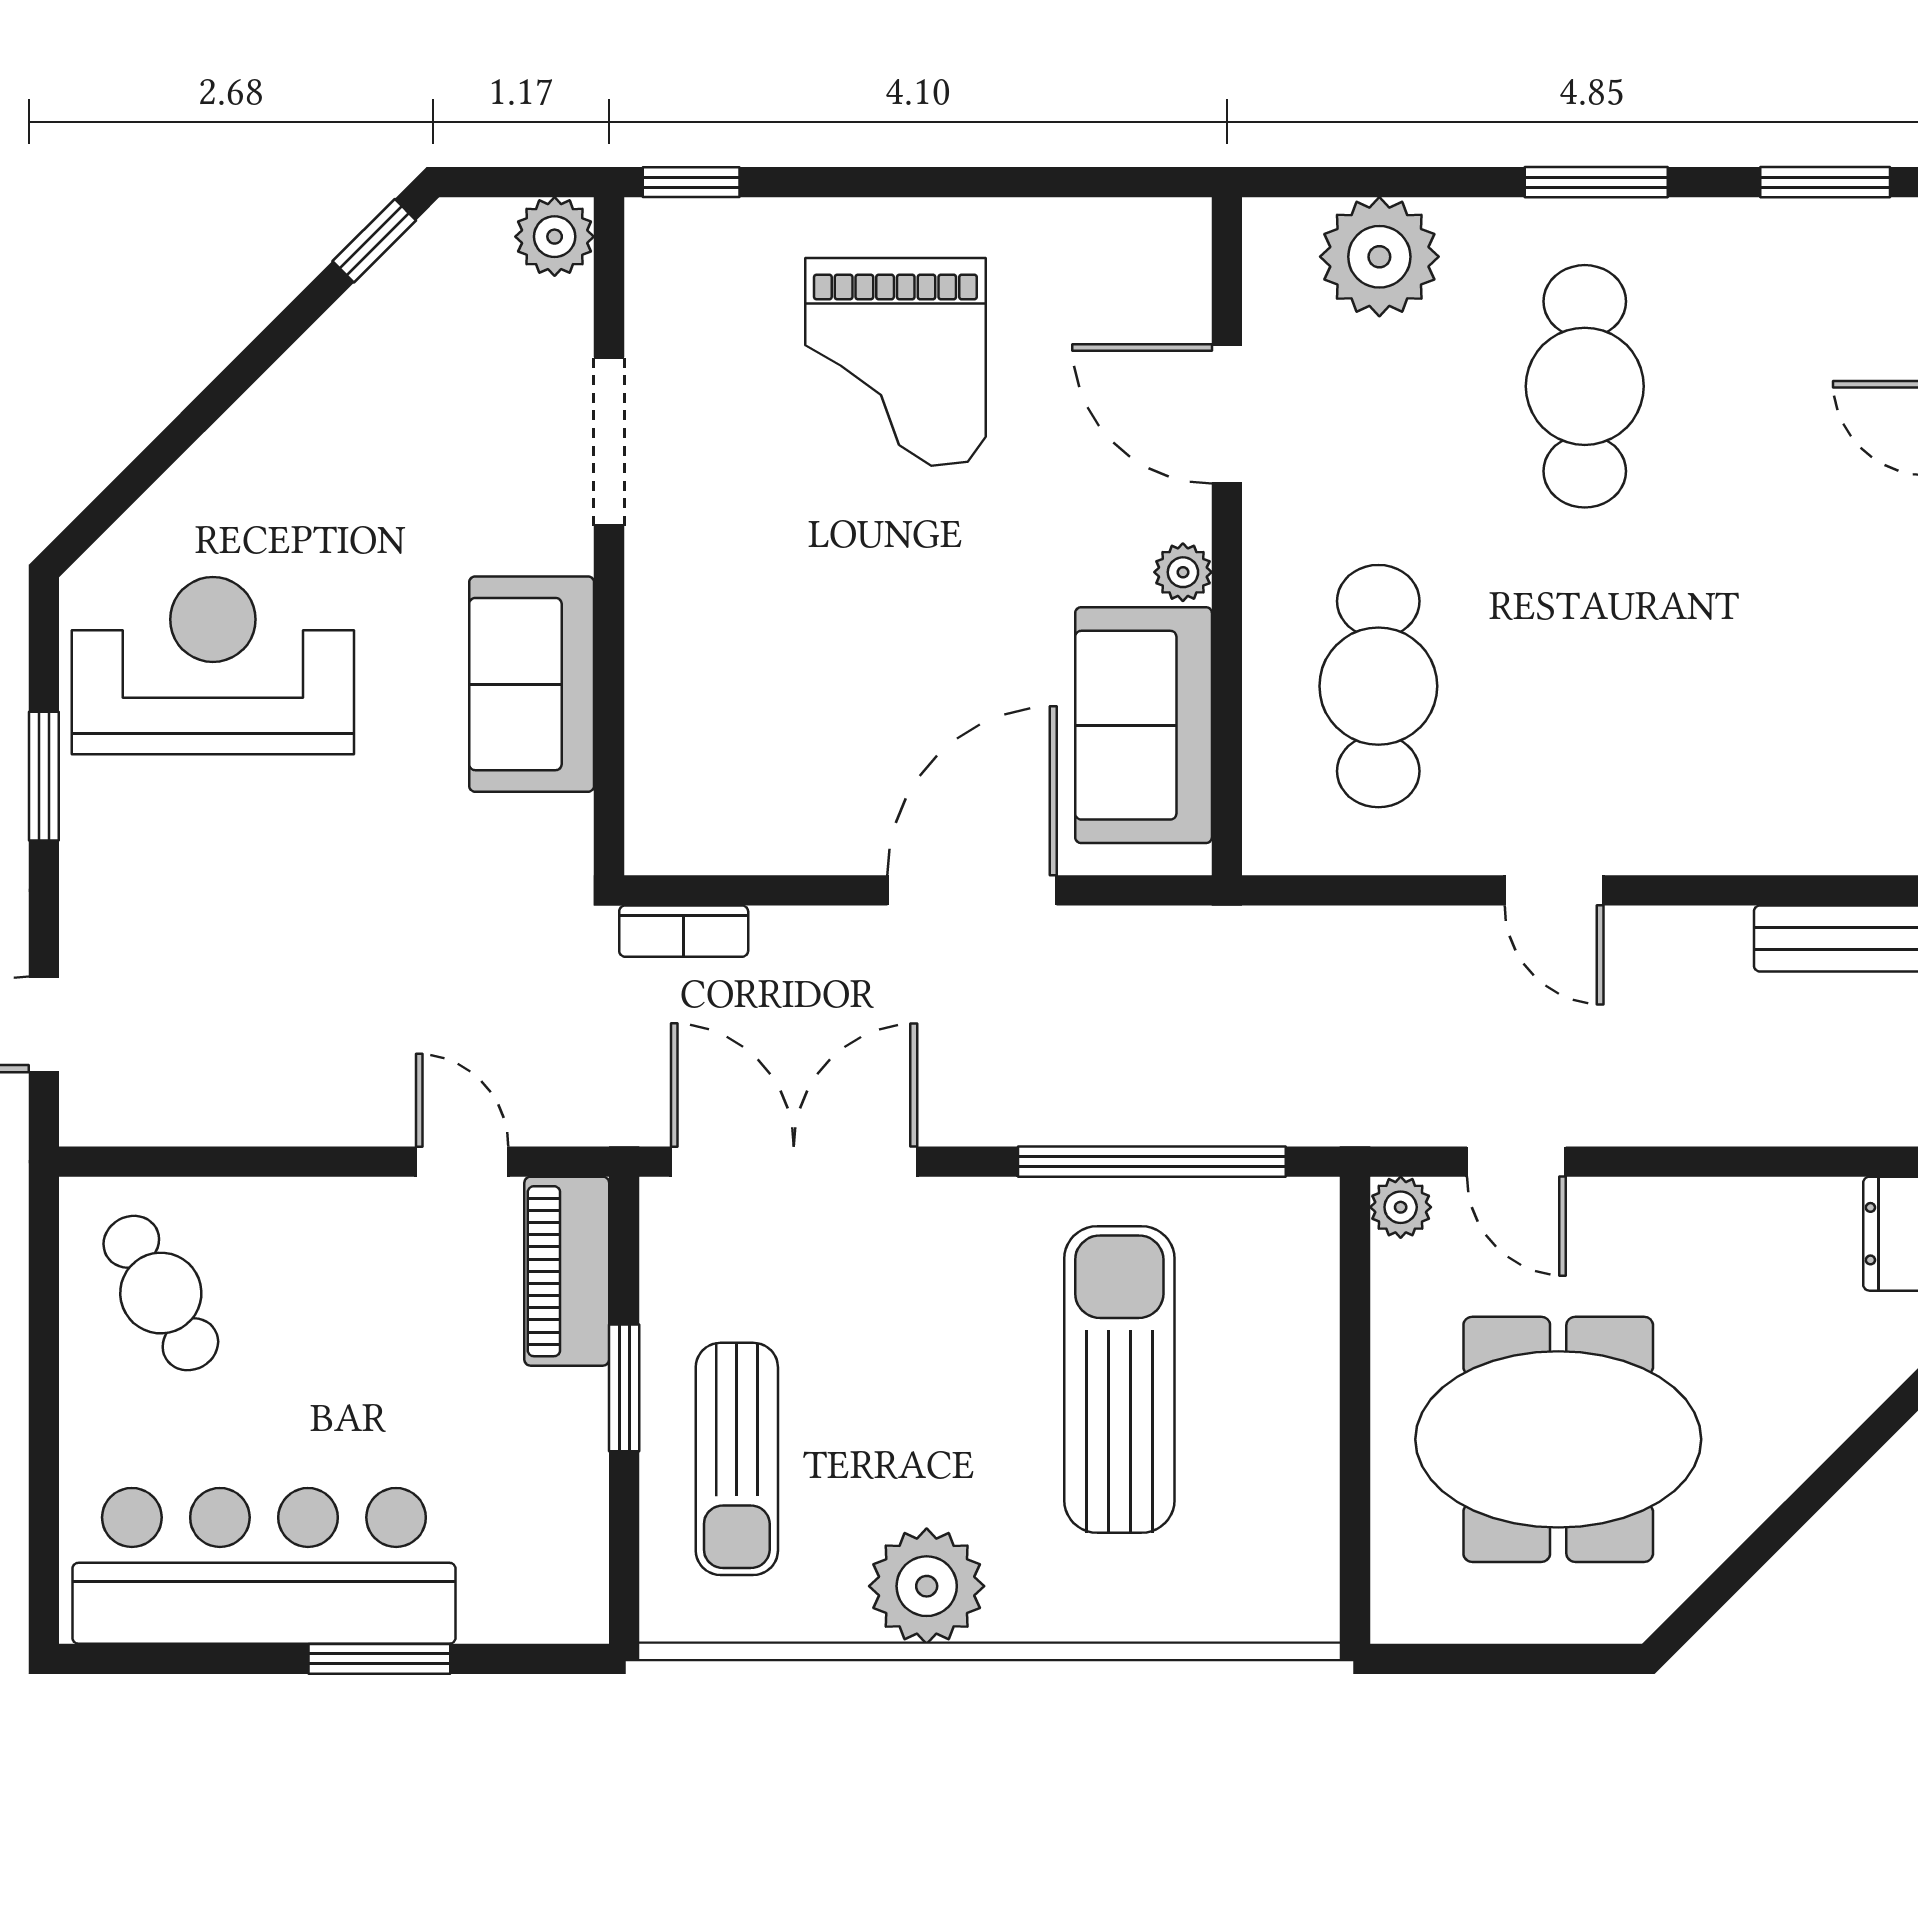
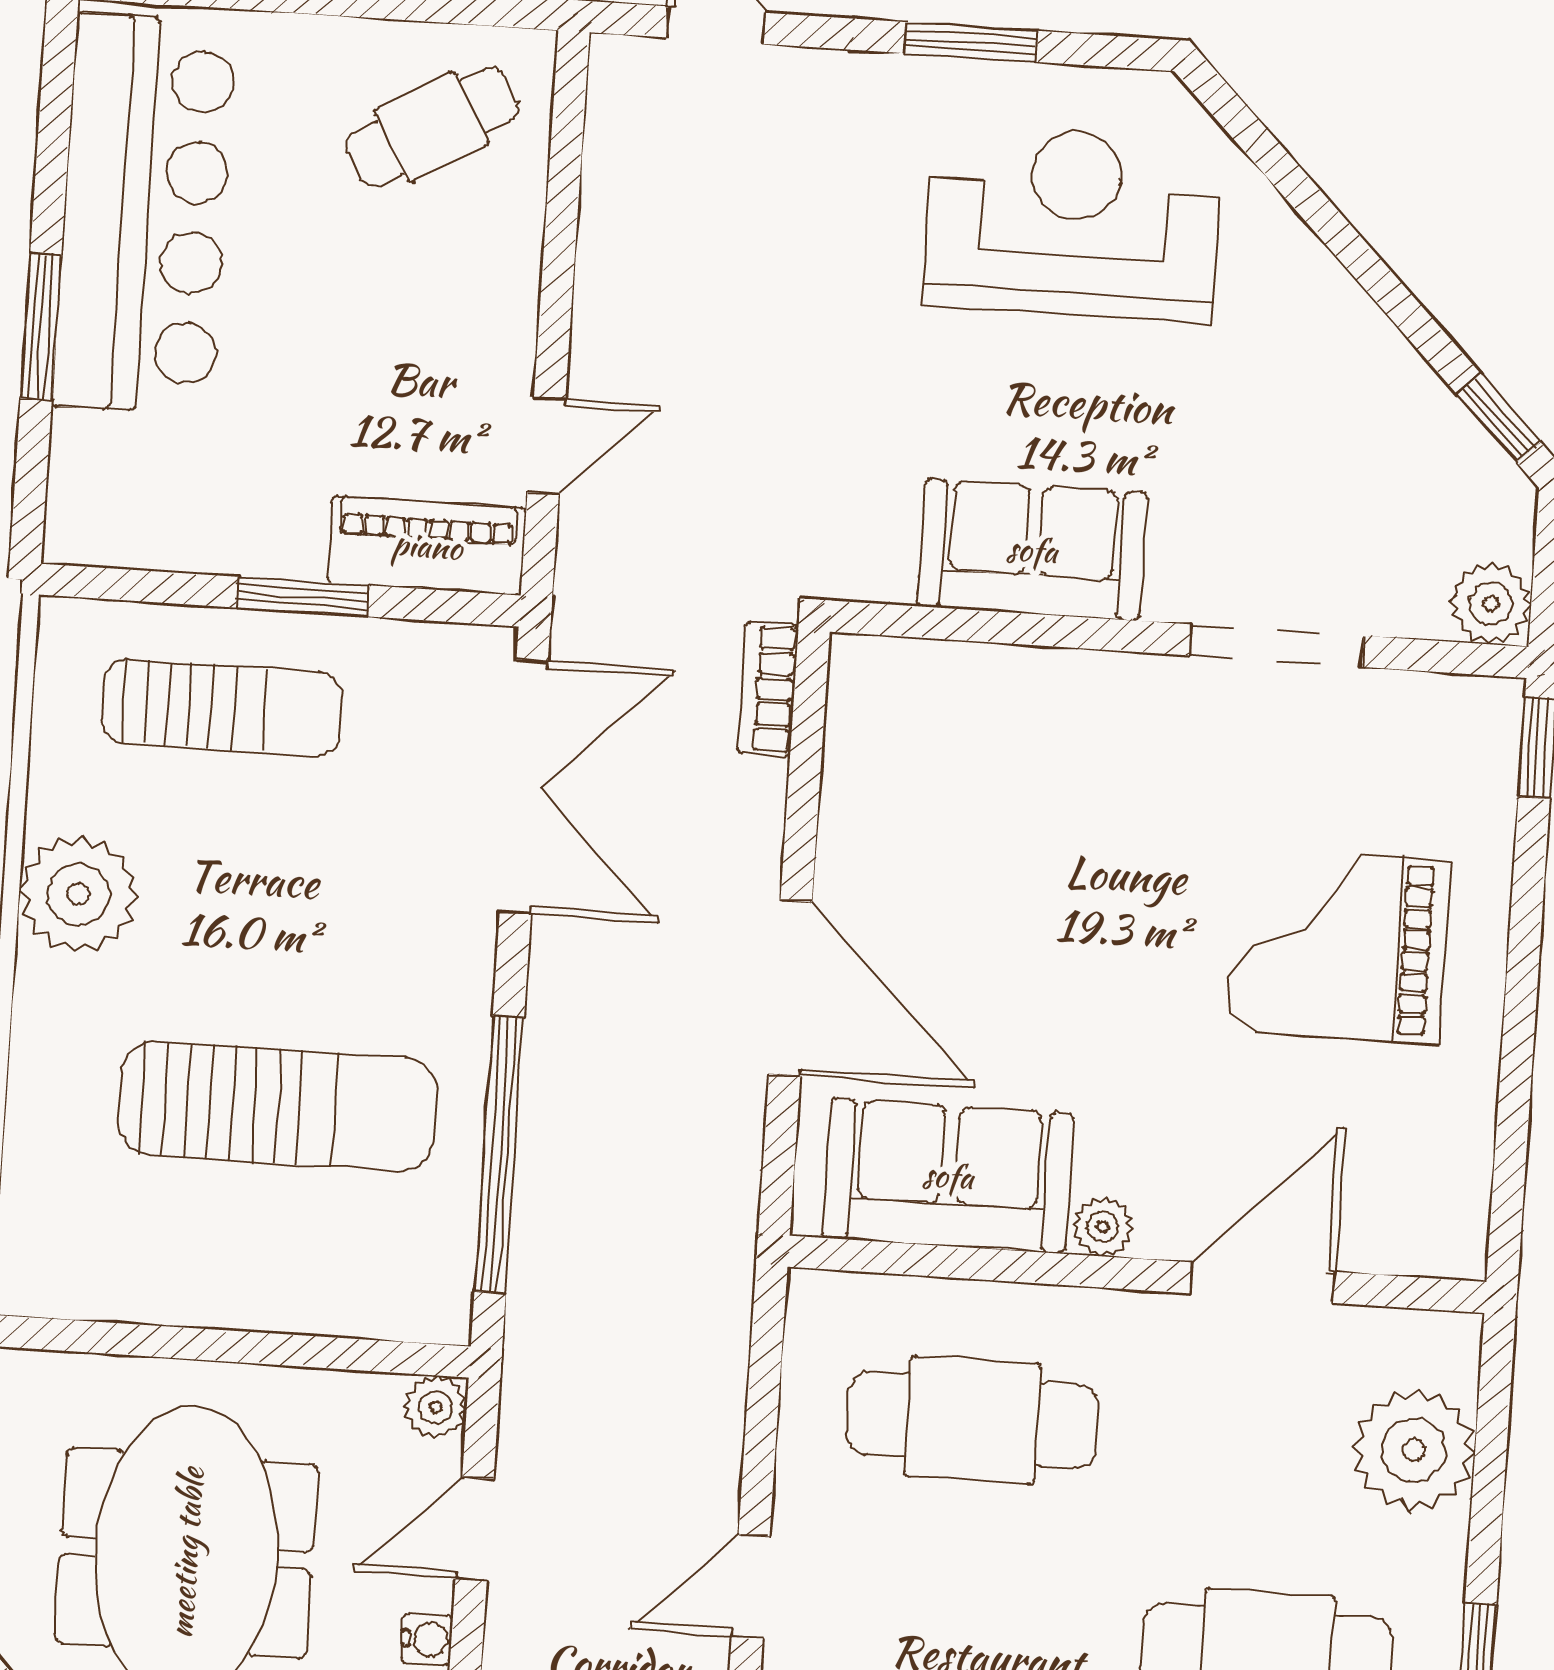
reception desk: (213, 666) -> (1073, 223), turned -90
water cooler: (1626, 1201) -> (427, 1639), added
sun lounger: (737, 1459) -> (222, 708), turned 180

